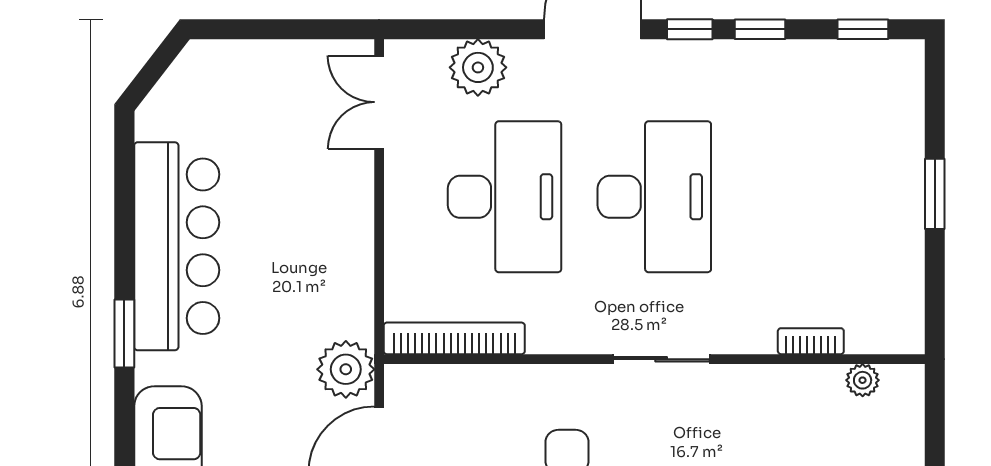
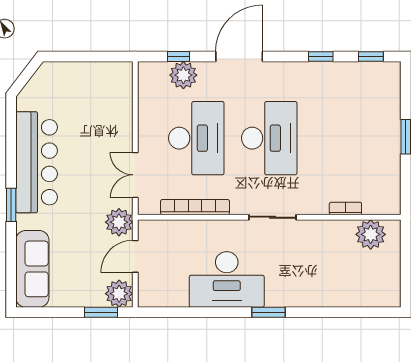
window: (690, 29) -> (179, 57), moved
double door: (379, 102) -> (135, 175), moved
bookcase: (454, 338) -> (195, 207), moved
plant: (863, 380) -> (371, 234), width x1.87, depth x1.87

